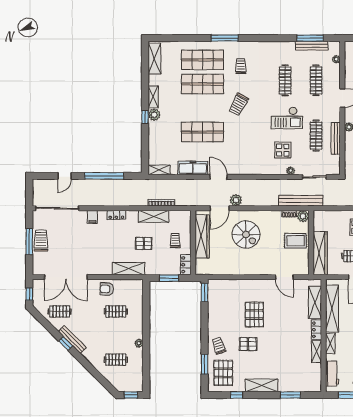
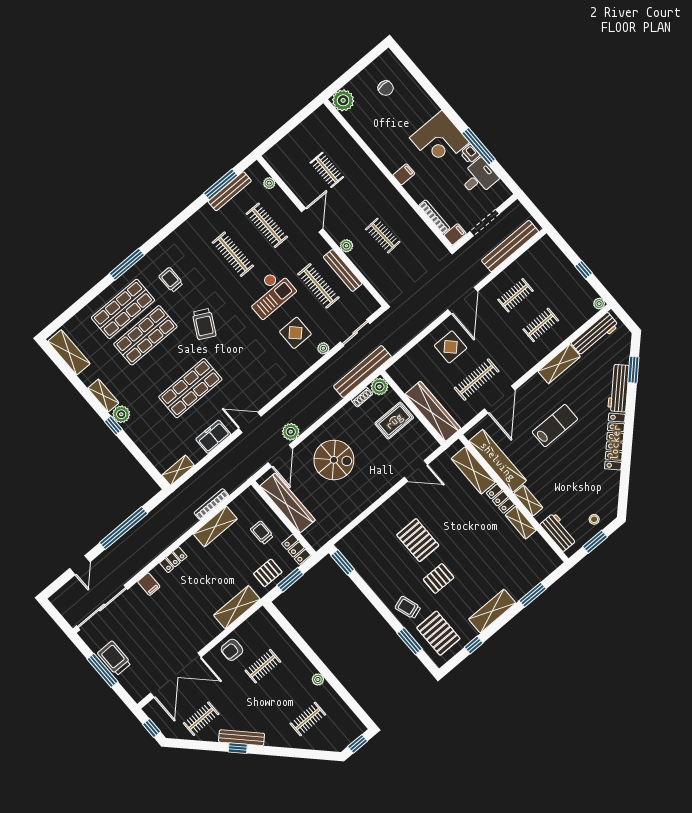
freezer: (193, 168) -> (213, 437), width x0.71
pallet: (144, 243) -> (268, 573), moved

